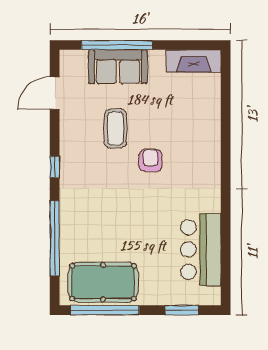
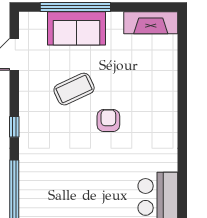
coffee table: (115, 128) -> (74, 89), turned 65

